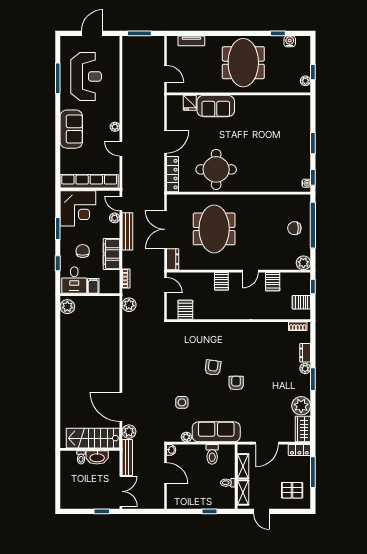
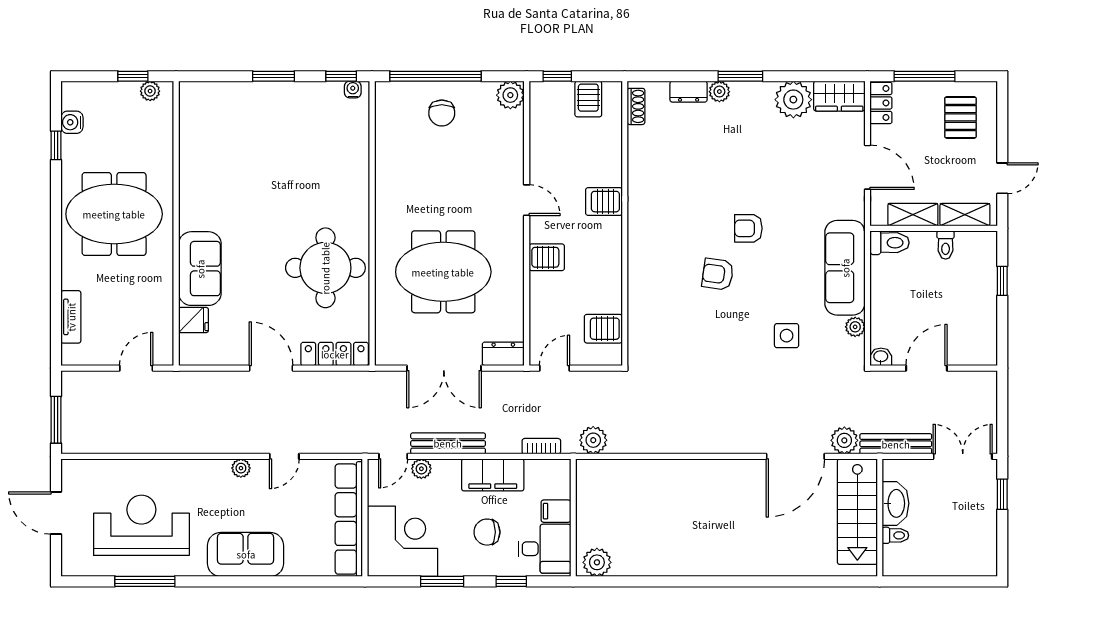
server rack: (273, 282) -> (604, 202), moved, turned 180
toilet: (212, 454) -> (890, 243), moved

